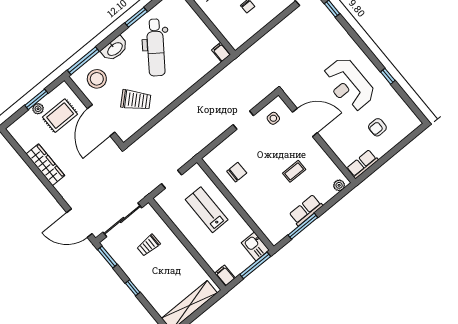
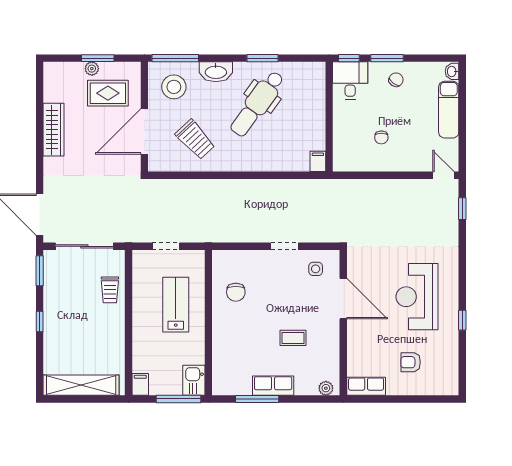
chair: (237, 172) -> (236, 292), turned 90
trolley: (148, 245) -> (110, 290), moved, turned -90

